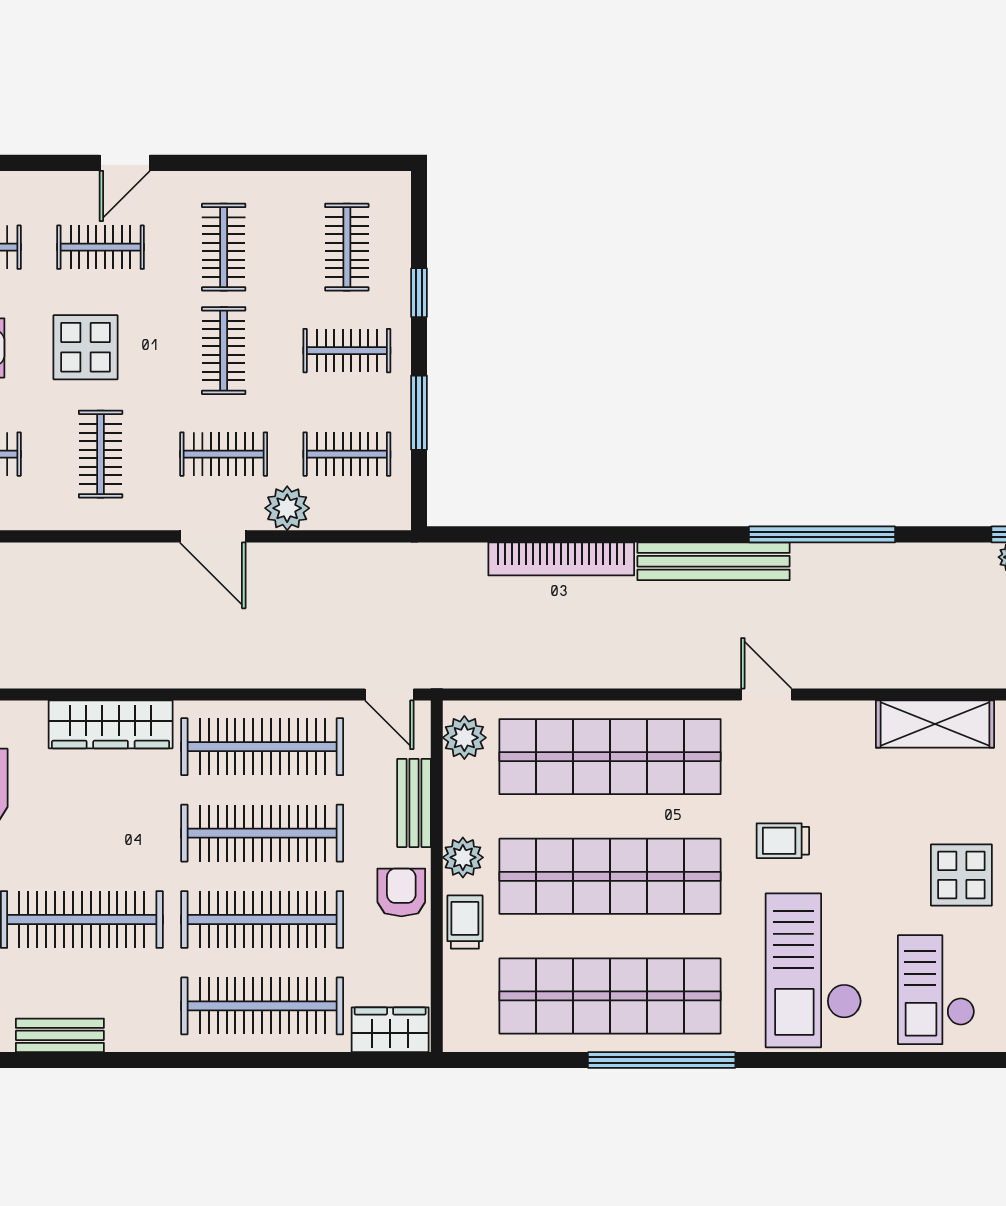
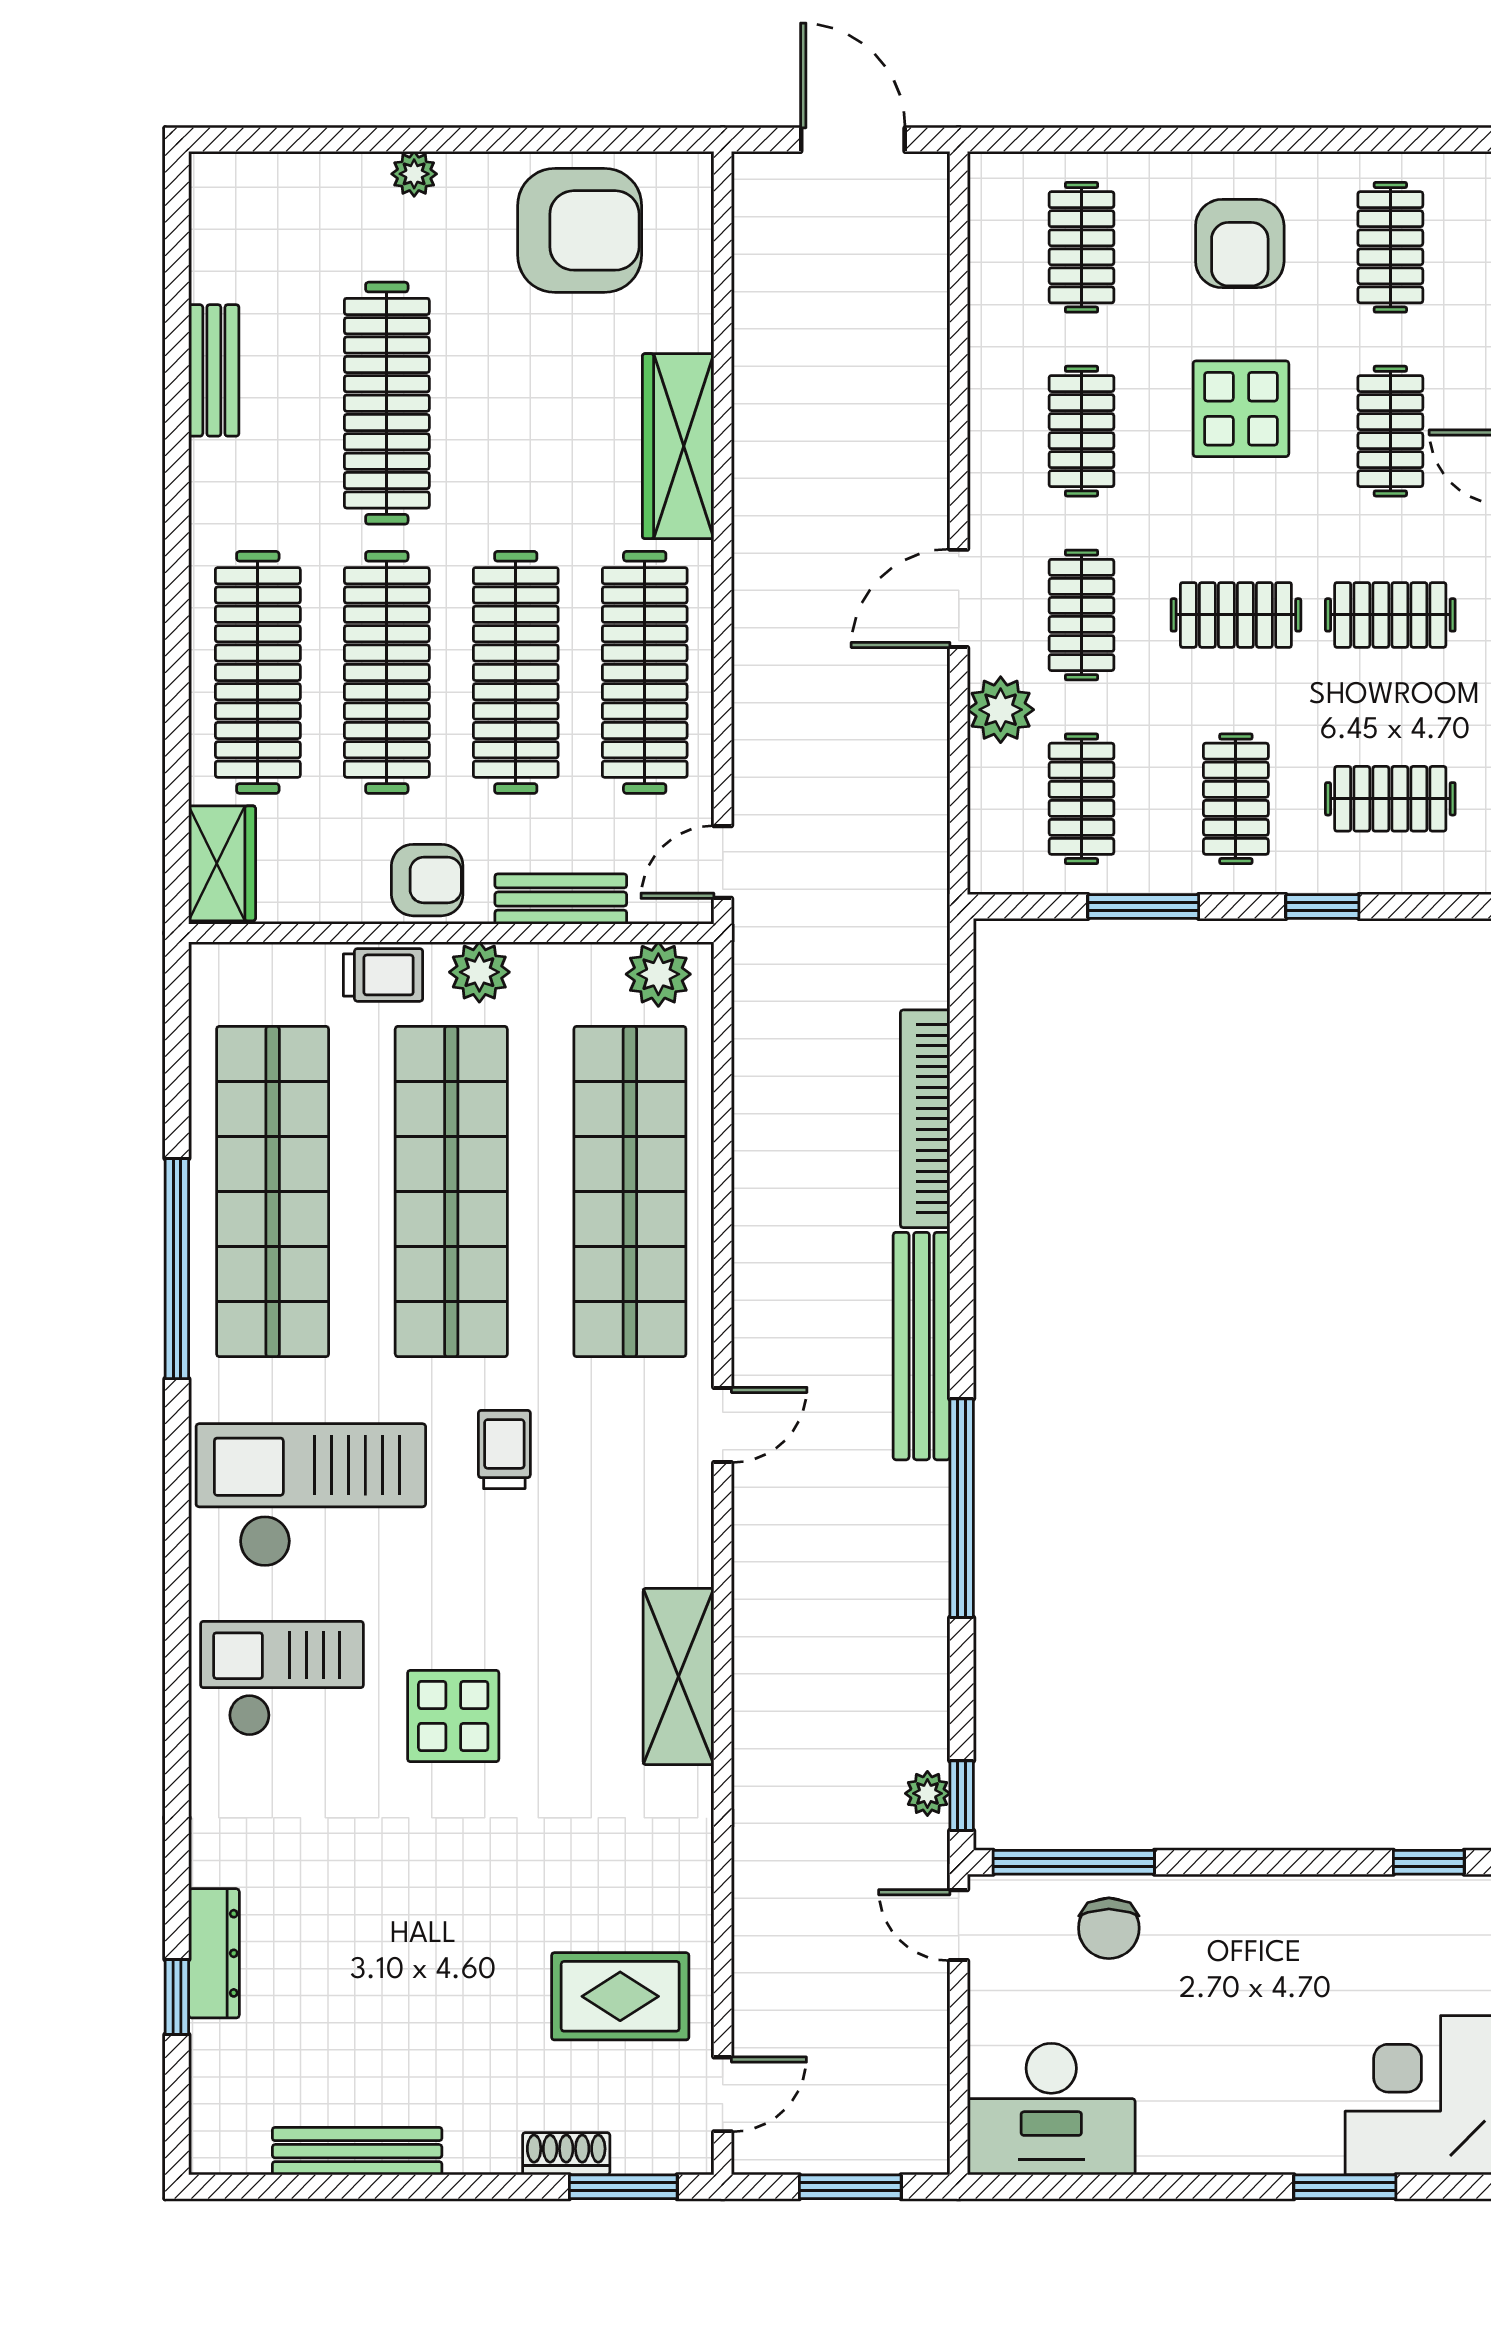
clothes rail: (101, 454) -> (1081, 431), turned 90

